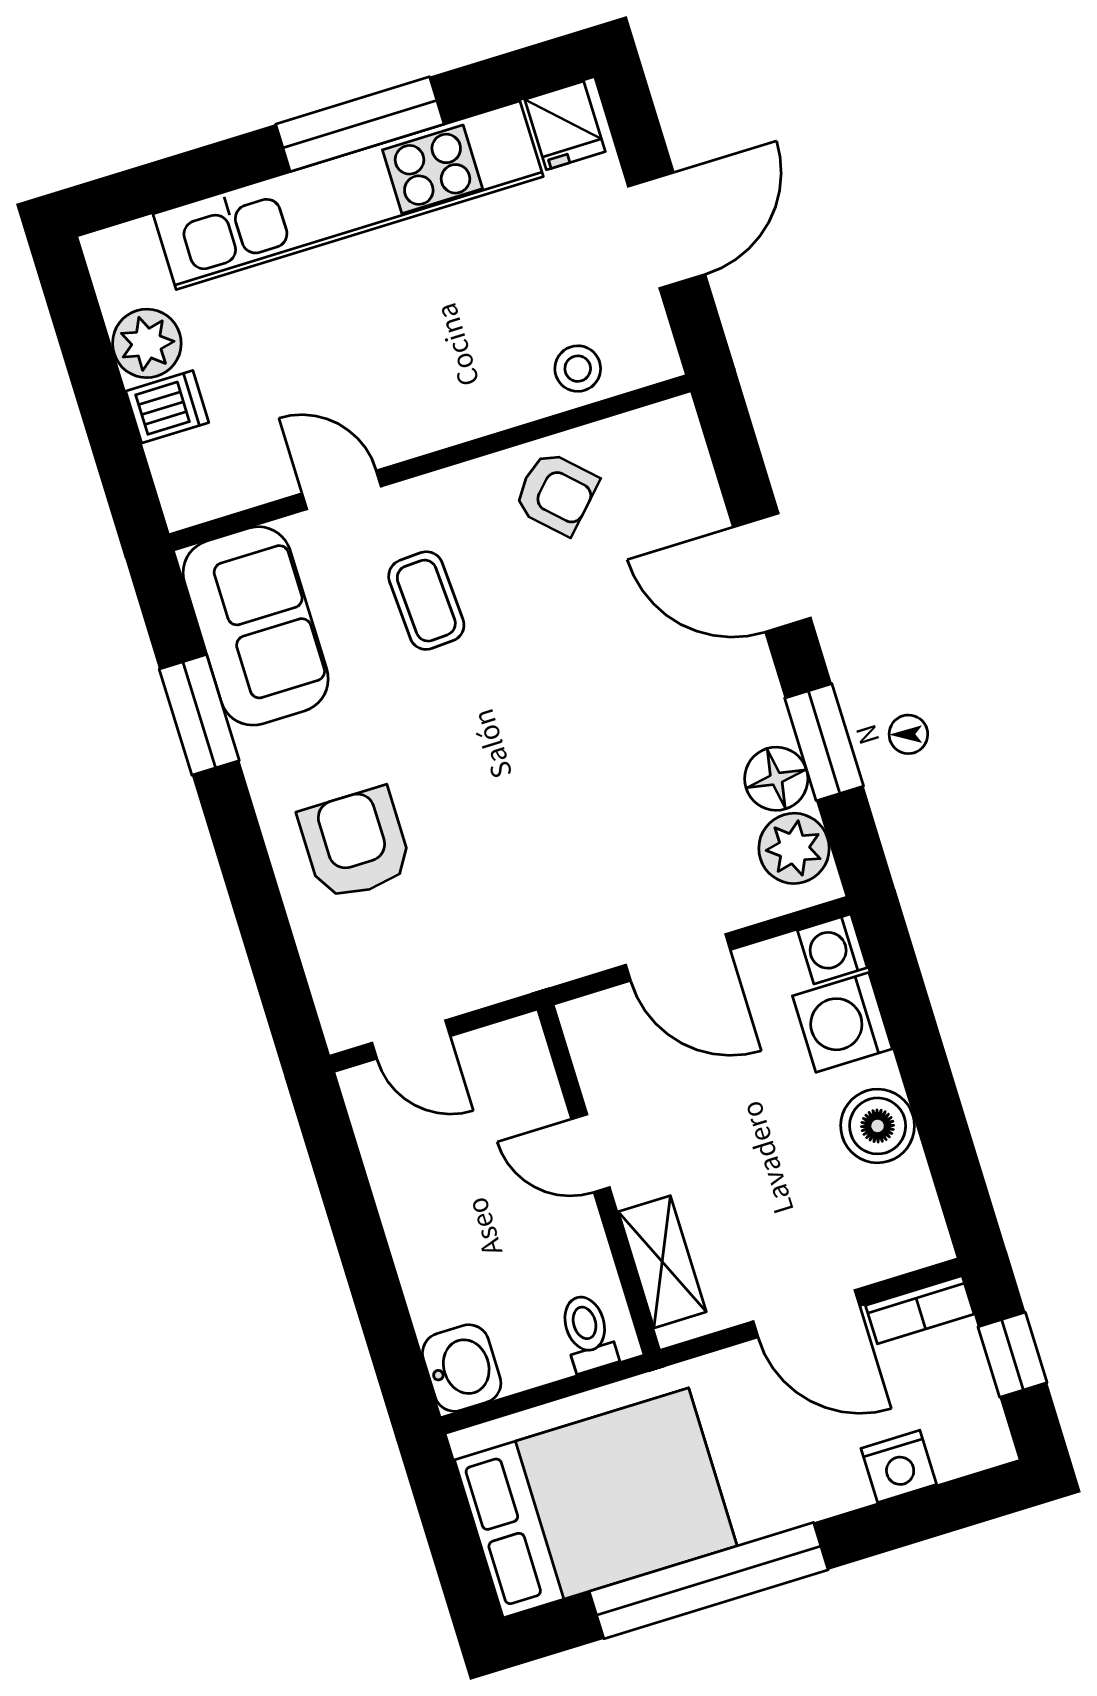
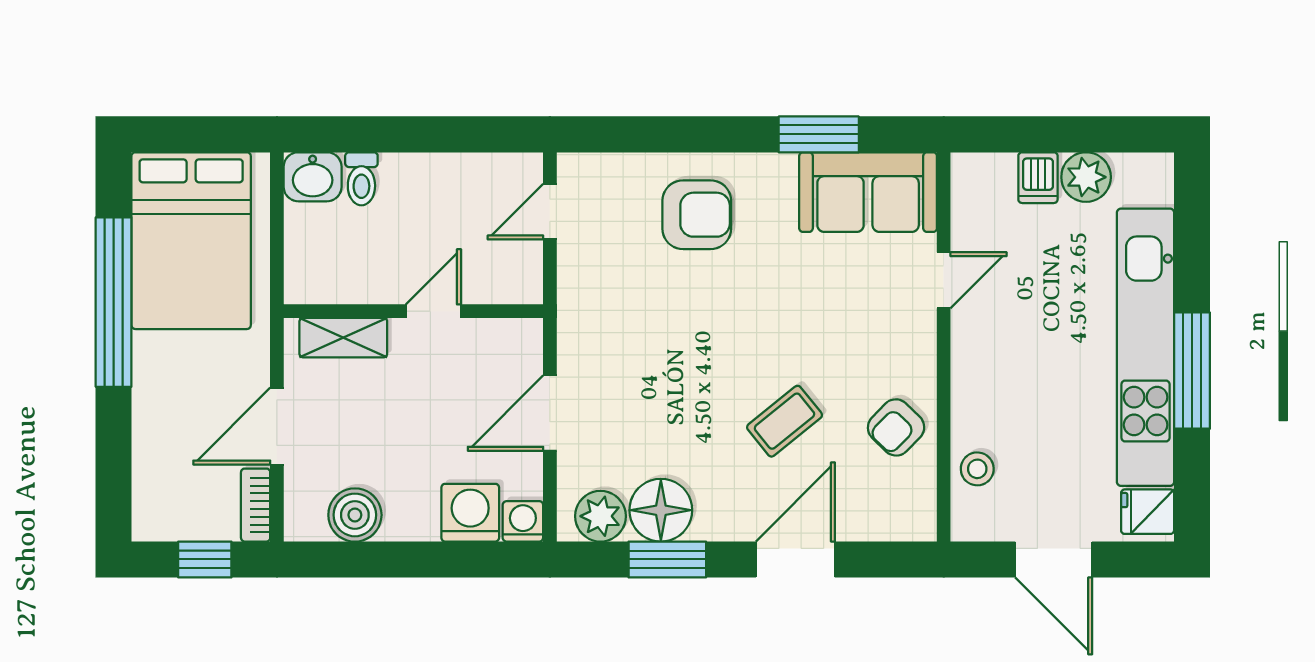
coffee table: (426, 601) -> (785, 421), moved, turned -36
floor lamp: (776, 779) -> (661, 510), width x1.38, depth x1.38
boiler: (878, 1126) -> (355, 515), moved
toilet: (588, 1333) -> (361, 179), moved, turned 90
nightstand: (899, 1466) -> (152, 457), removed

